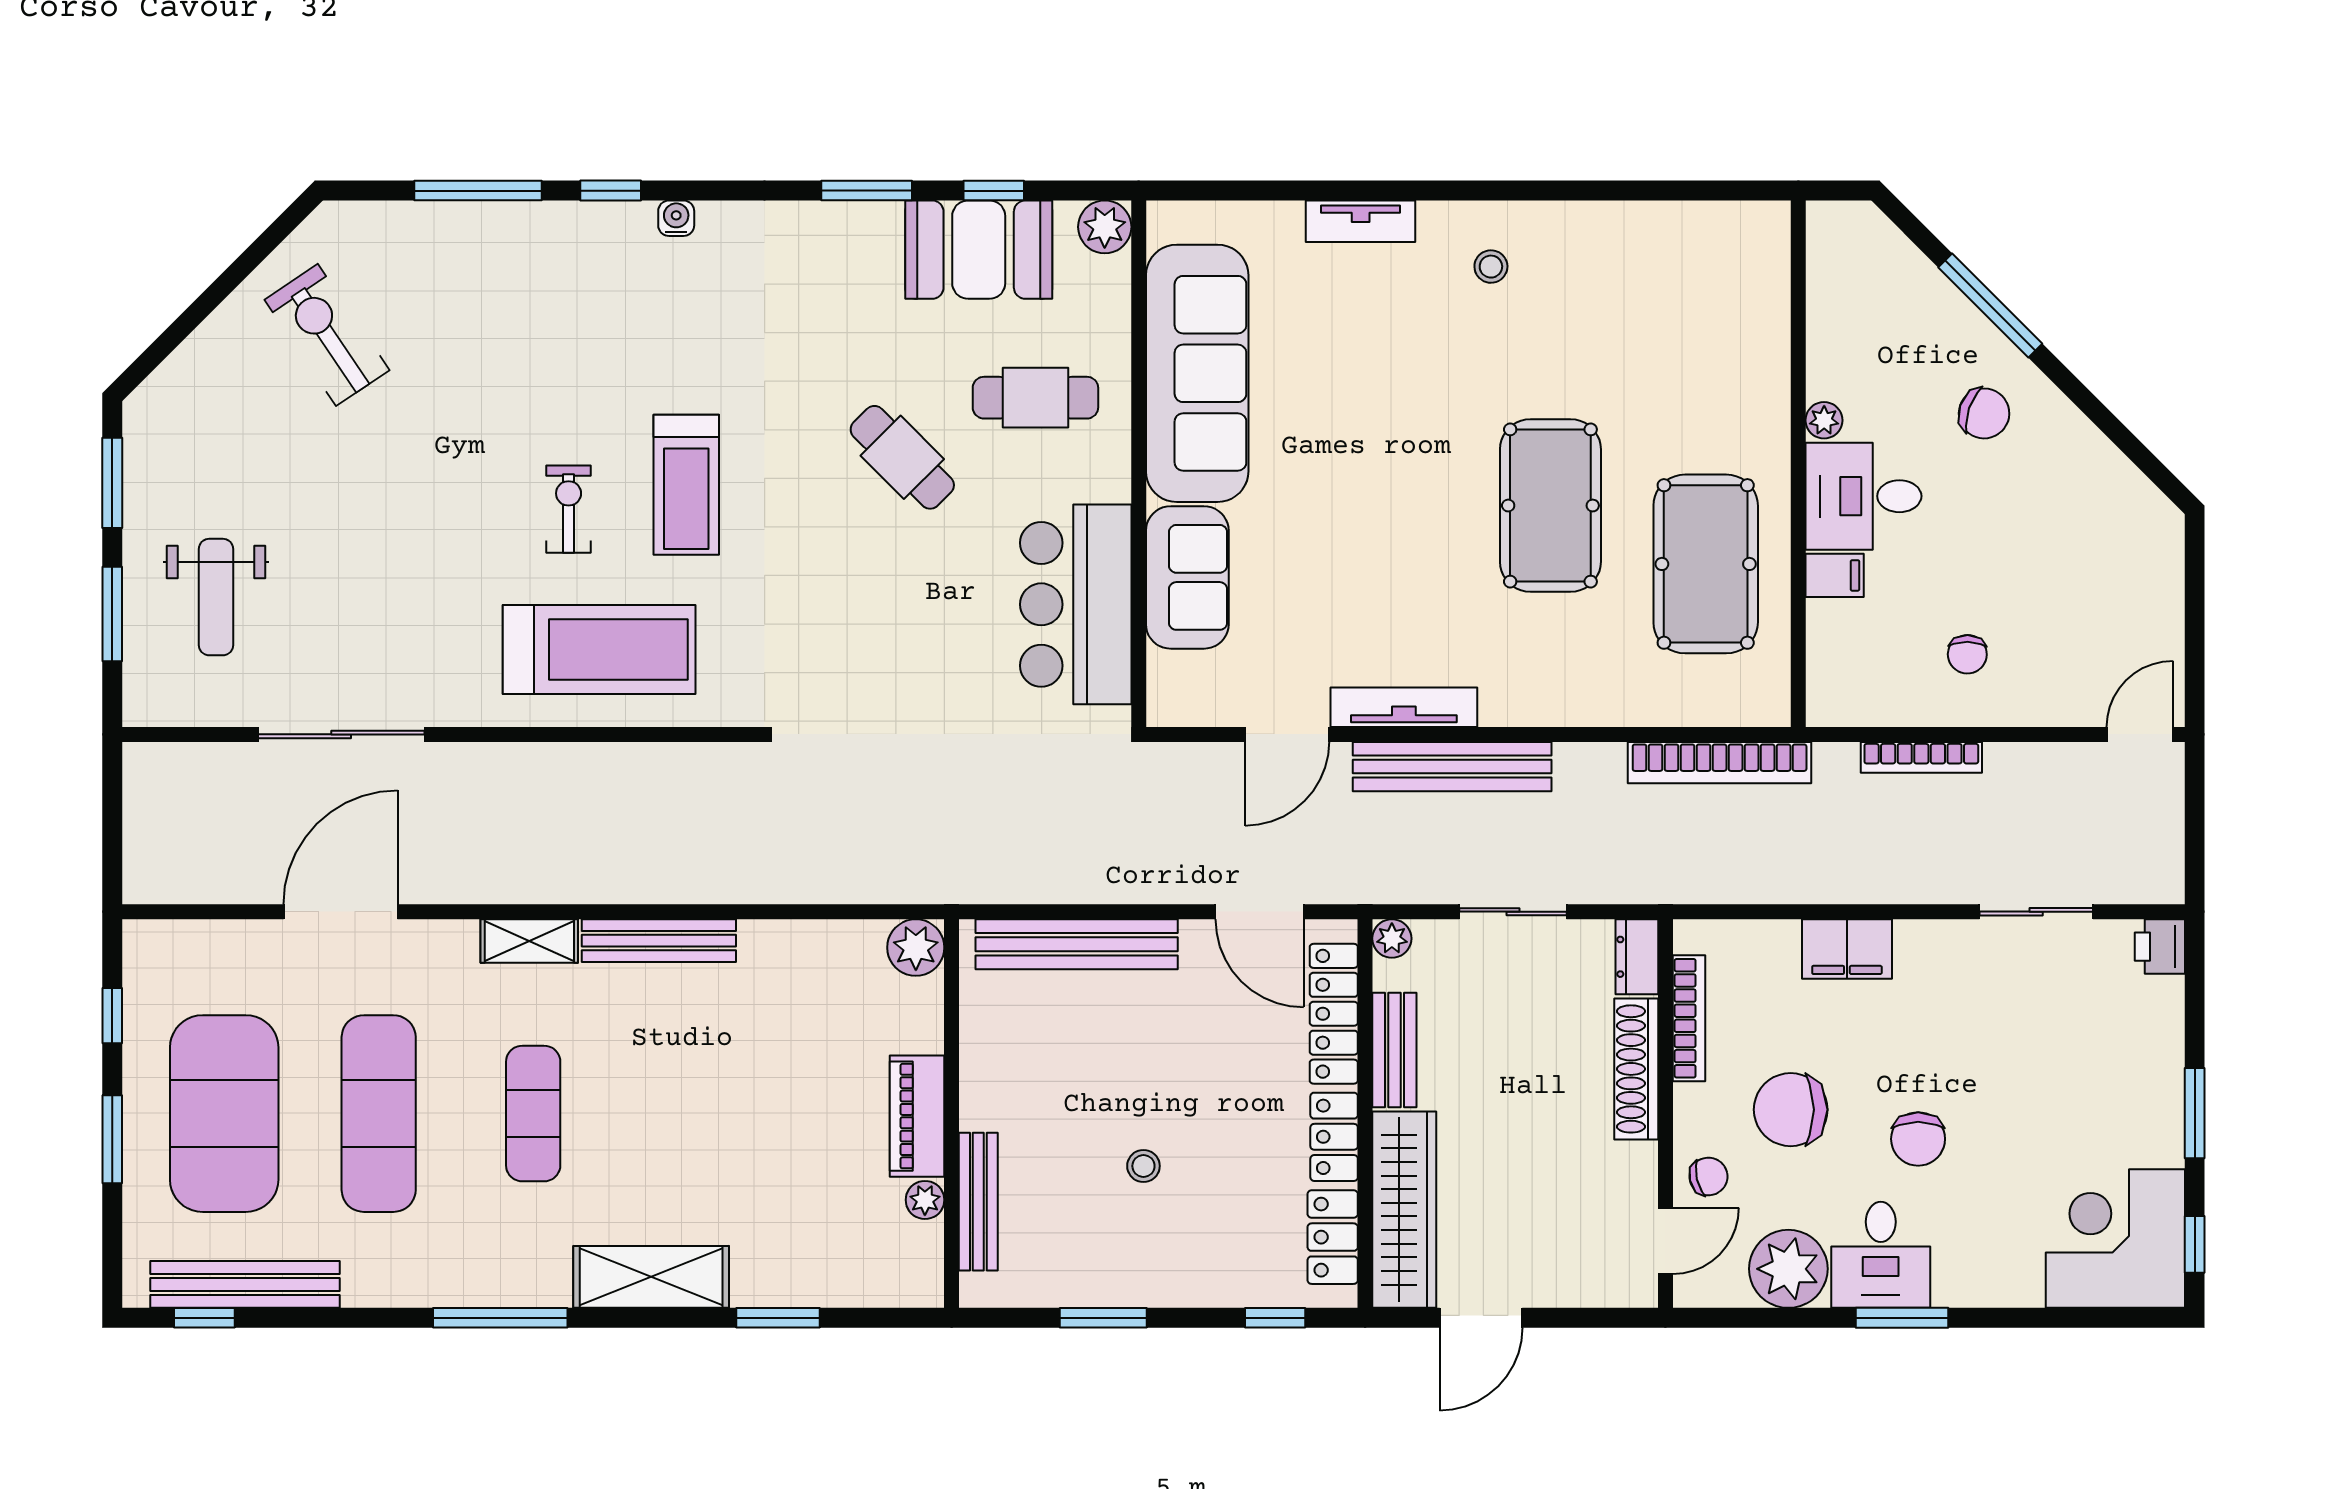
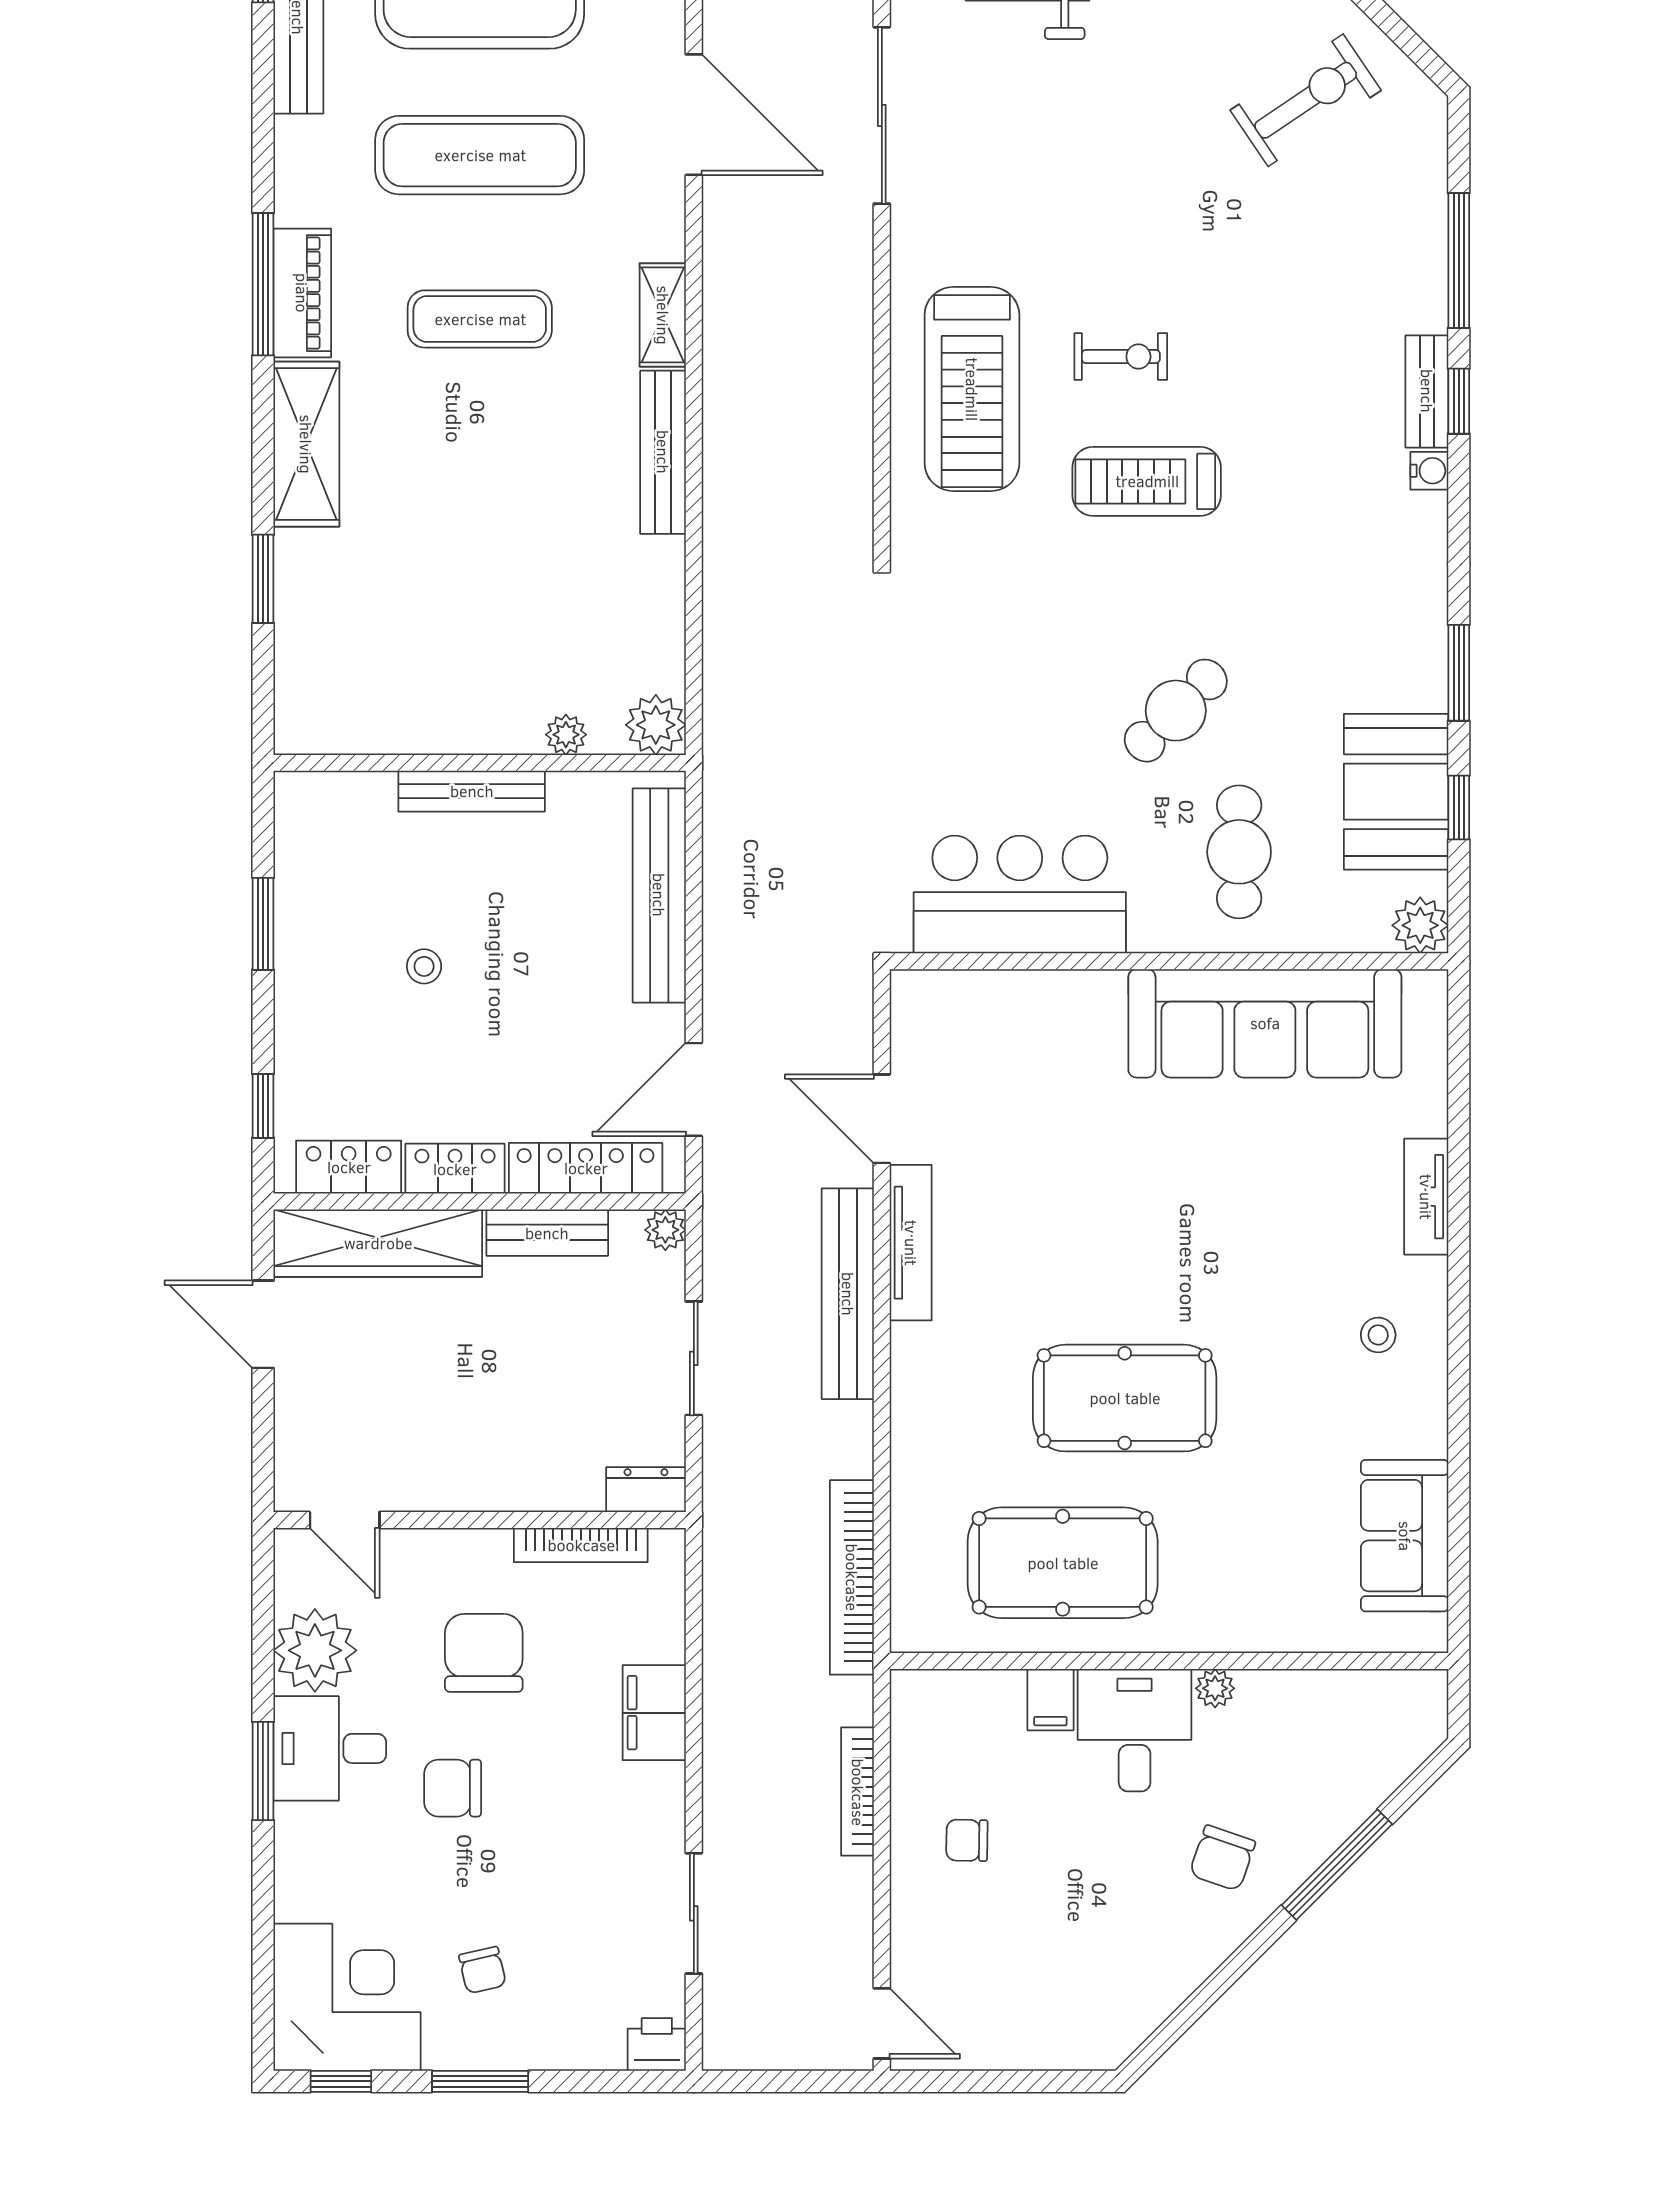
bench: (601, 221) -> (1427, 391), added
sofa: (1187, 577) -> (1405, 1536), moved, turned 90
shoe rack: (1636, 1069) -> (527, 1489), removed
piano: (917, 1116) -> (302, 293), moved, turned 90
chair: (1708, 1176) -> (482, 1970), moved
plant: (925, 1200) -> (566, 735), moved
bench: (978, 1202) -> (472, 791), moved

